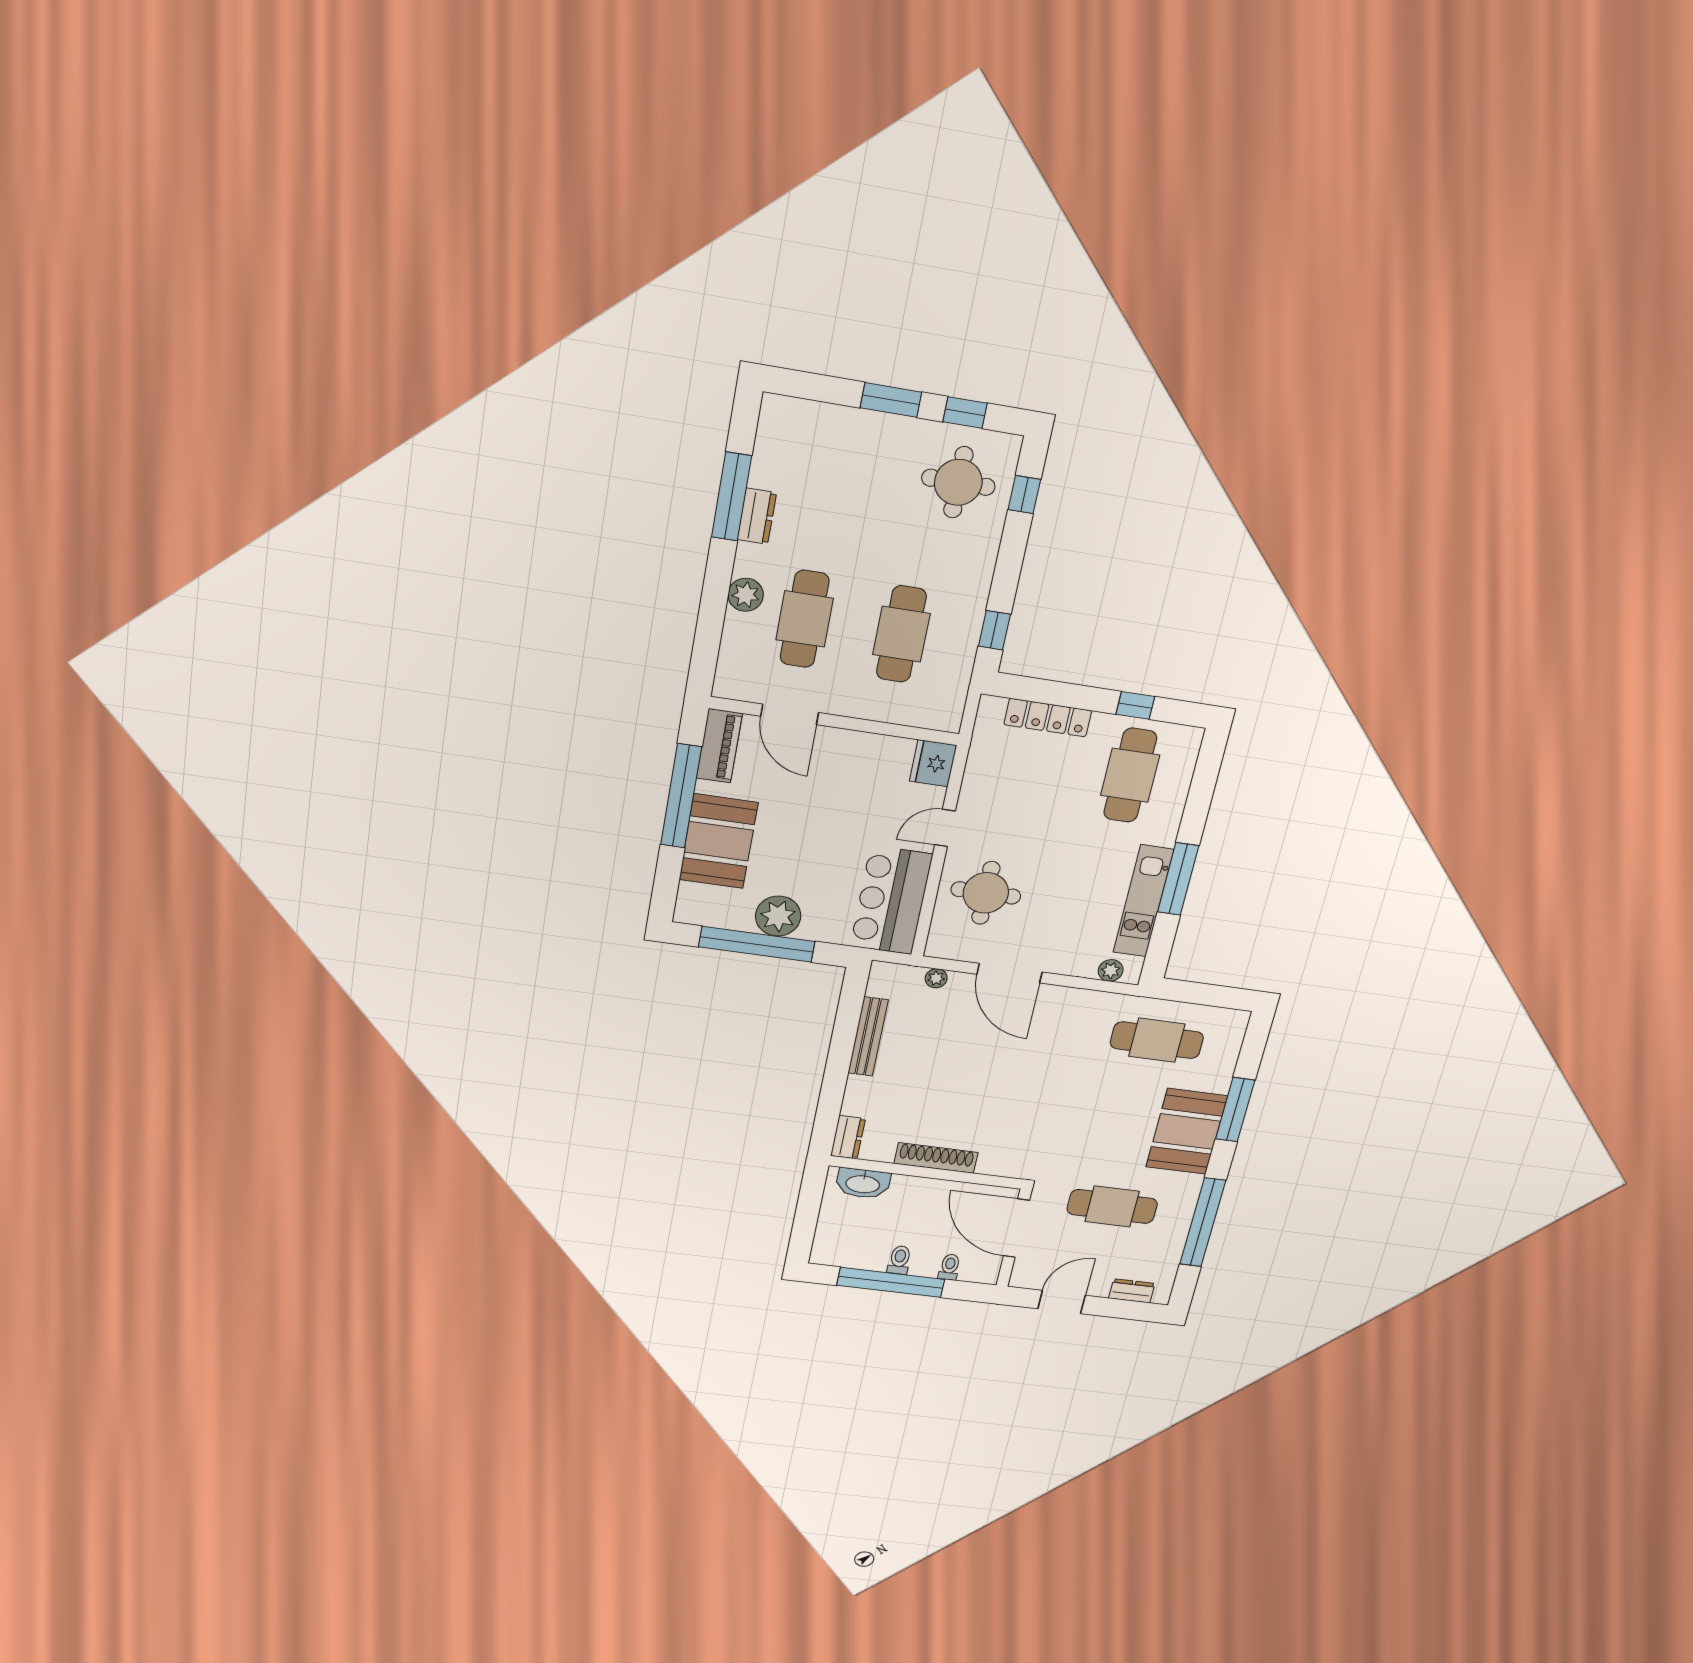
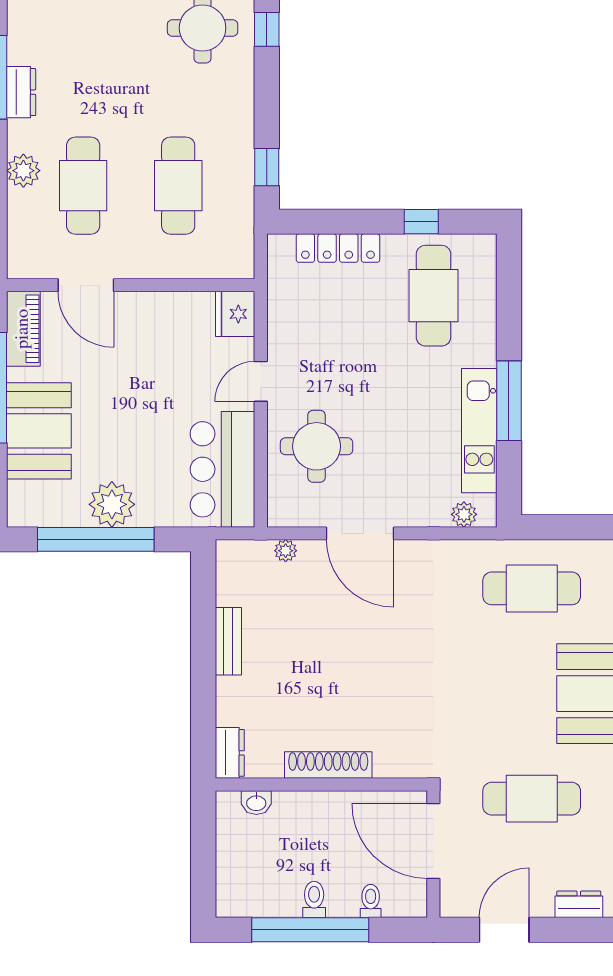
bench: (868, 1037) -> (228, 641), width x0.73
washbasin: (863, 1183) -> (256, 803), width x0.52, depth x0.69

